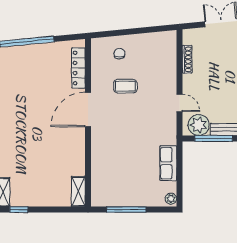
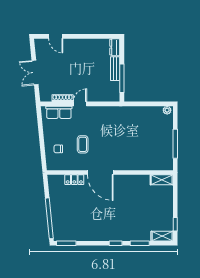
locker: (78, 68) -> (74, 180), width x0.66
door: (179, 103) -> (80, 104), moved
plant: (199, 125) -> (112, 89), removed
row of seats: (168, 163) -> (59, 112), moved

